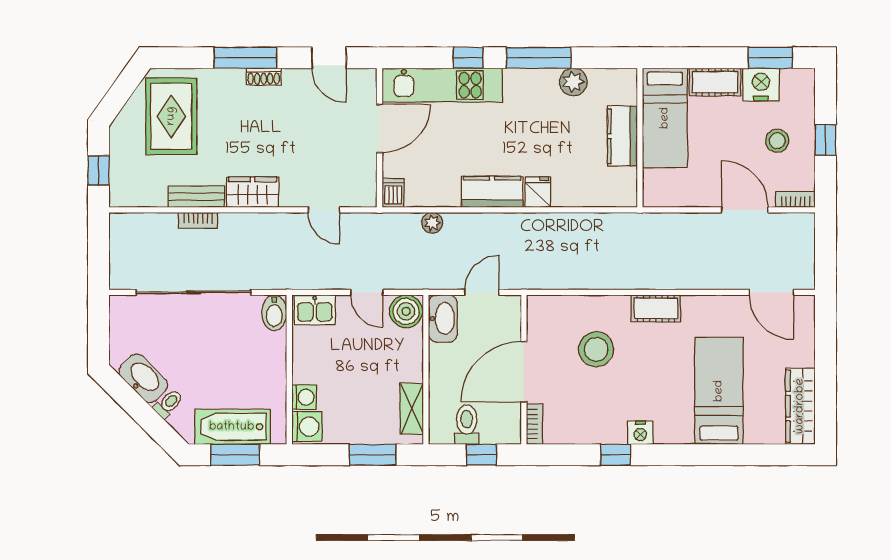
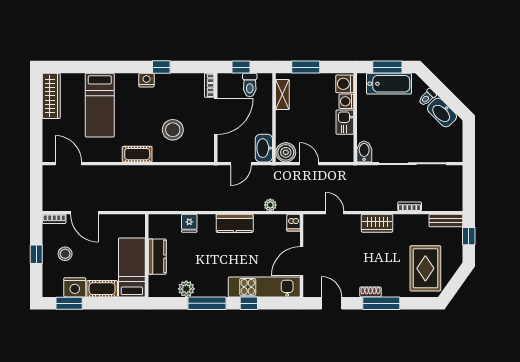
fridge: (538, 192) -> (189, 223), moved
bench: (196, 197) -> (446, 221), moved
kitchen sink: (315, 310) -> (345, 122), moved, turned -90

